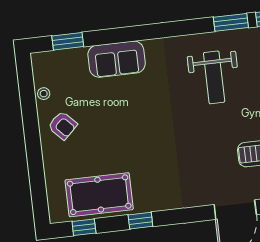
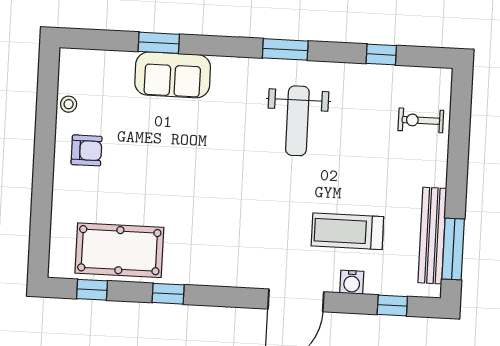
window: (231, 22) -> (285, 49), moved
window: (68, 41) -> (159, 43), moved
armchair: (63, 125) -> (87, 150), turned -46

